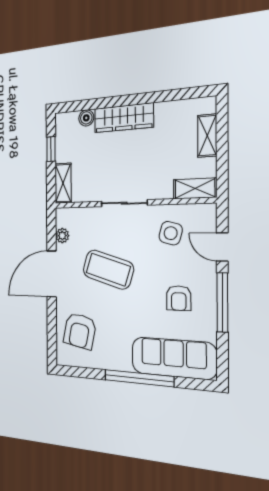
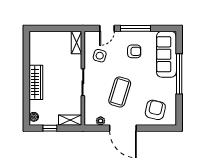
boiler: (86, 118) -> (34, 117), moved
shelving: (207, 136) -> (49, 36), removed
armchair: (80, 331) -> (155, 110), turned -88

